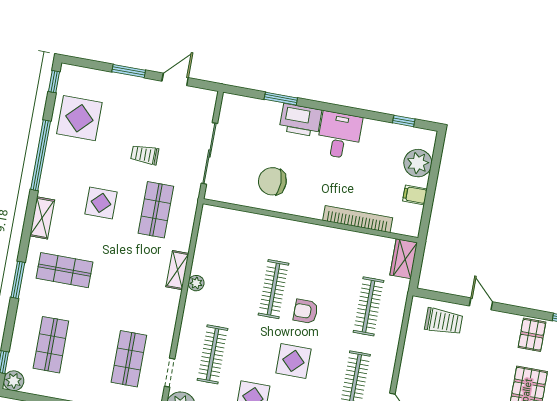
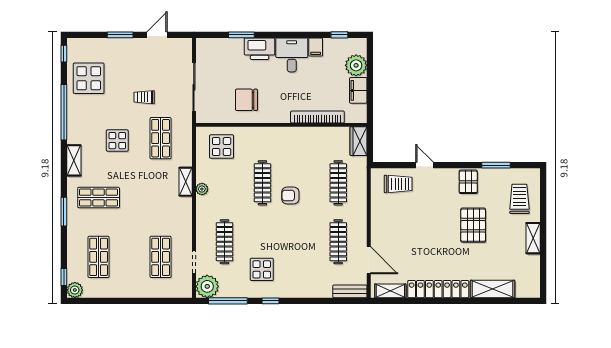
filing cabinet: (371, 131) -> (316, 47), added
filing cabinet: (415, 195) -> (358, 90), width x2.00
display table: (293, 361) -> (222, 147), moved

